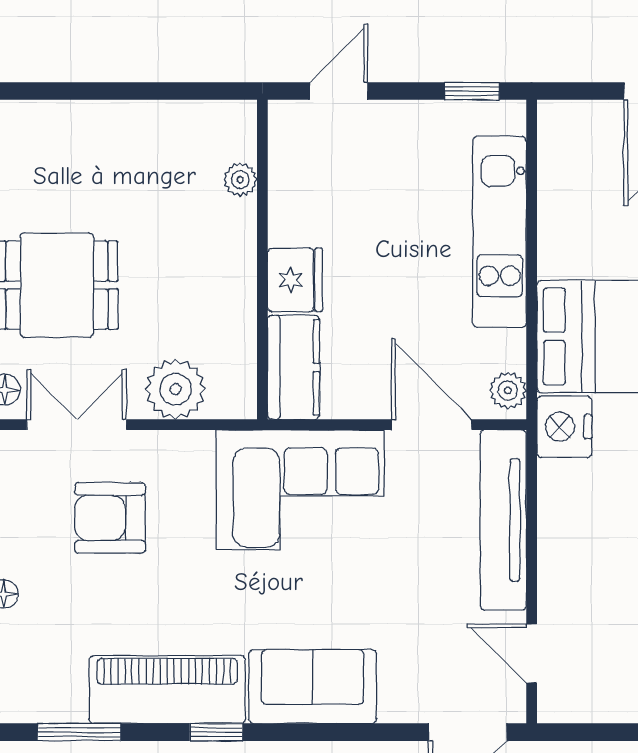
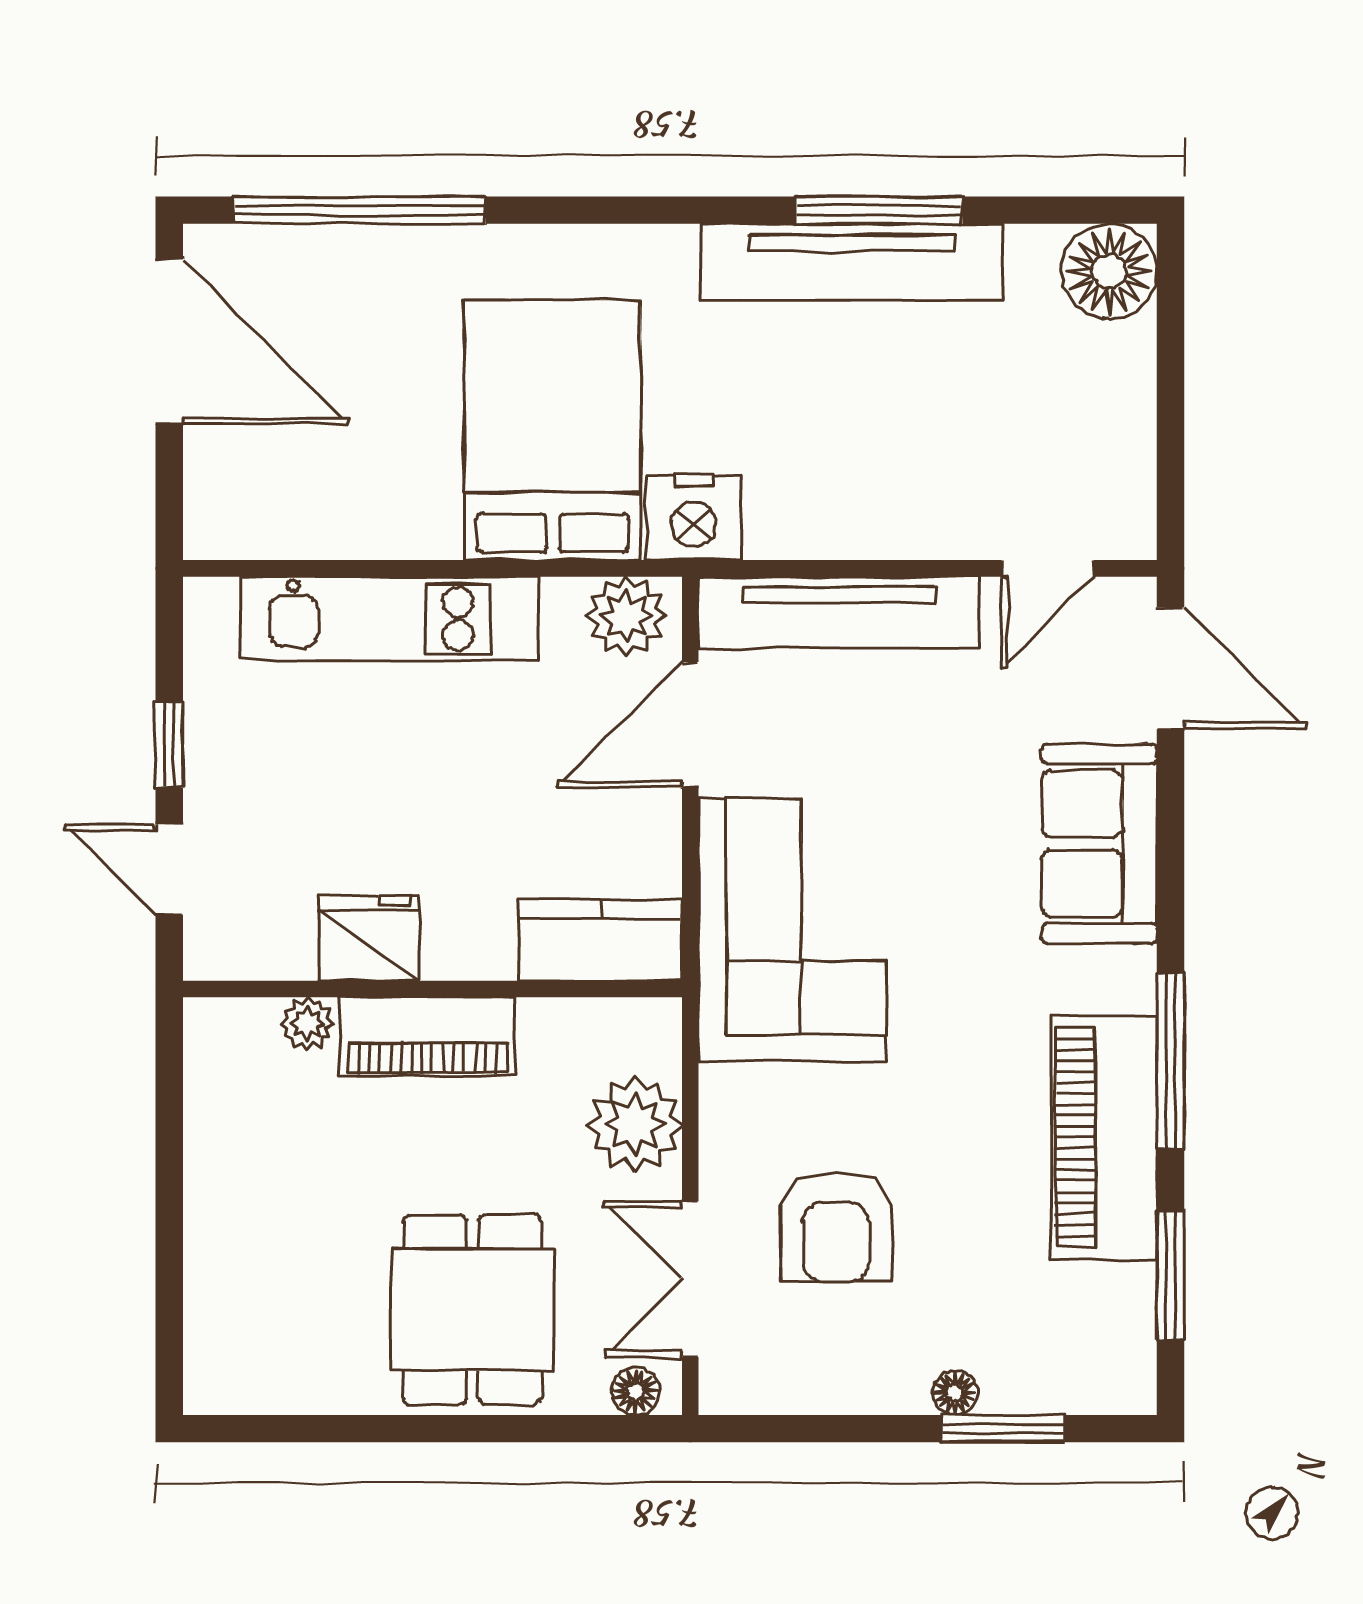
window: (472, 91) -> (169, 745), moved
piano: (232, 256) -> (427, 1037), added
fridge: (295, 280) -> (369, 938), moved
plant: (508, 391) -> (626, 616), width x1.38, depth x1.38
sofa: (313, 687) -> (1099, 844), moved
window: (216, 732) -> (1171, 1061), width x2.17

